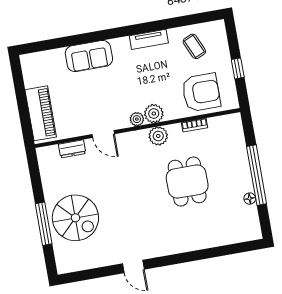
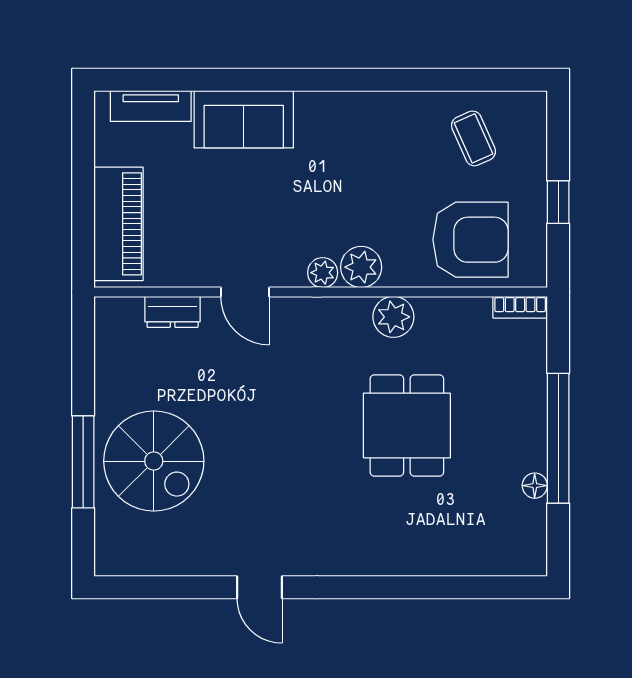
tv unit: (149, 39) -> (151, 106), moved
bookcase: (194, 125) -> (520, 307), moved
plant: (158, 136) -> (393, 317), moved

